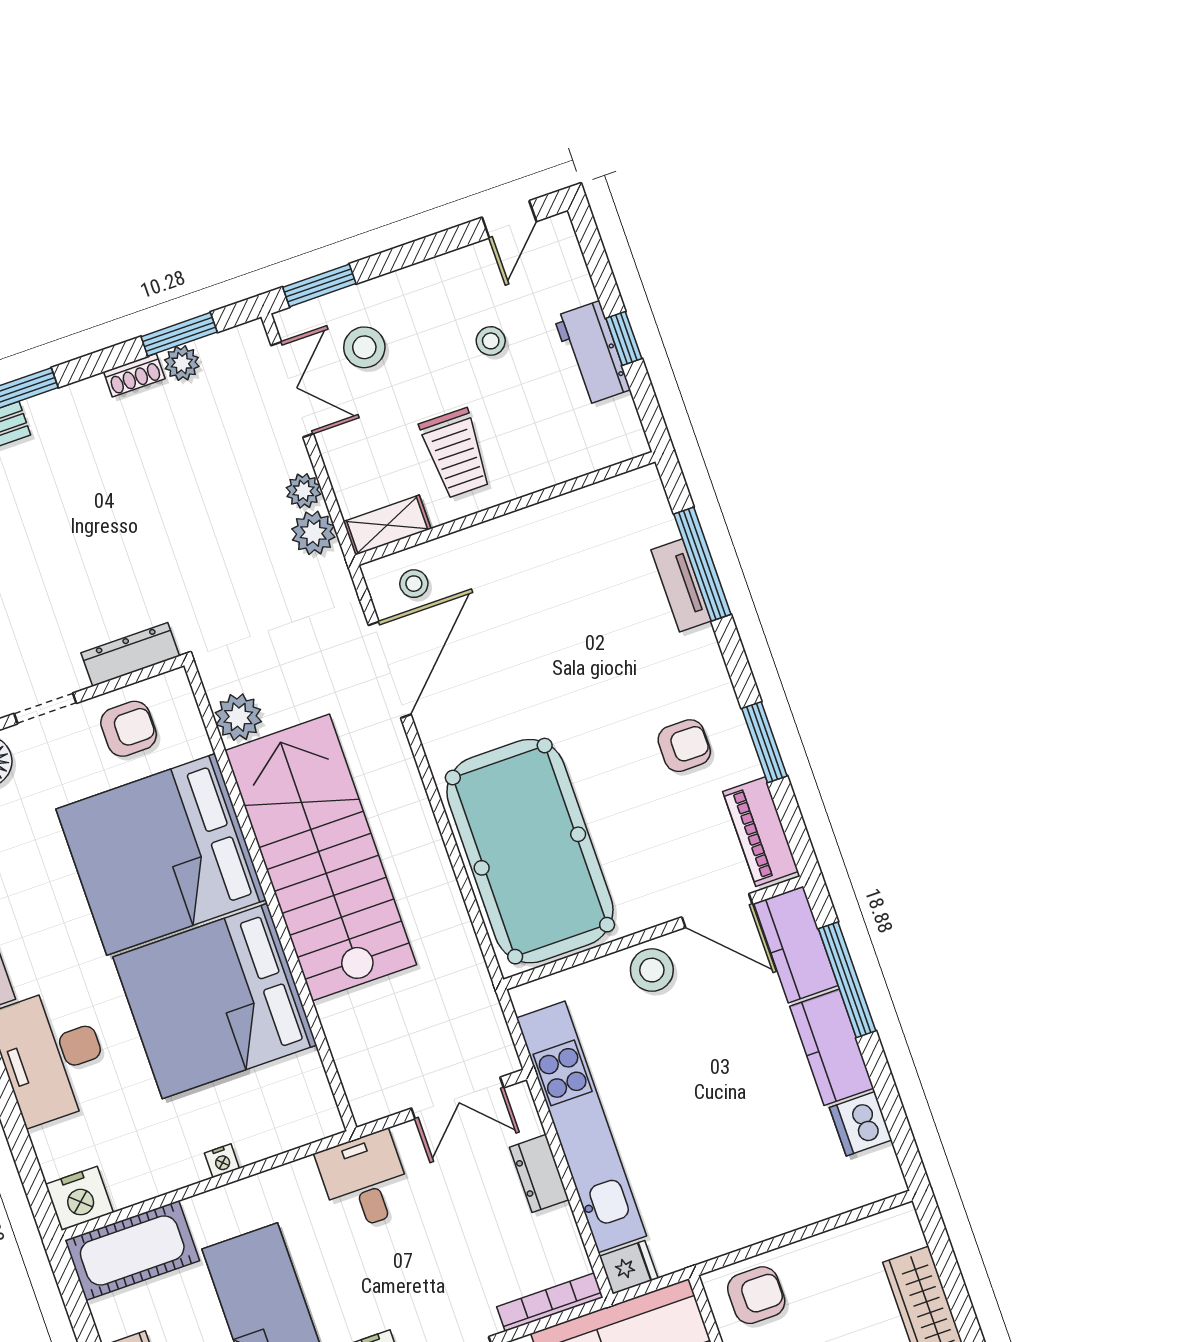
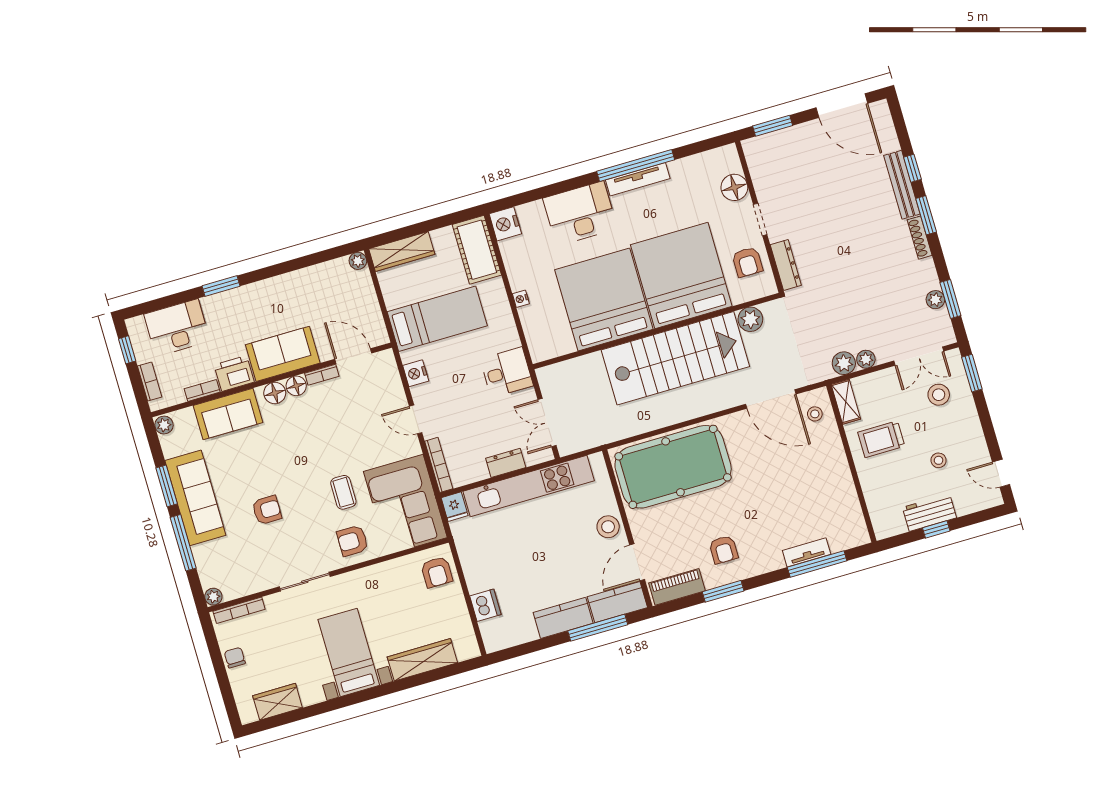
shoe rack: (134, 375) -> (920, 238), moved, width x1.43
dishwasher: (861, 1124) -> (485, 605), moved, turned 90

